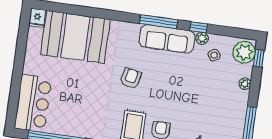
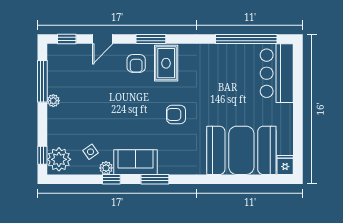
window: (159, 22) -> (155, 179), width x0.69
sofa: (167, 39) -> (136, 162), width x0.73
armchair: (131, 78) -> (176, 114), turned 80
plant: (245, 84) -> (53, 101), moved

